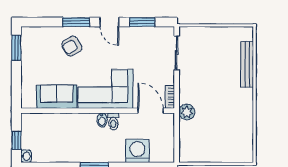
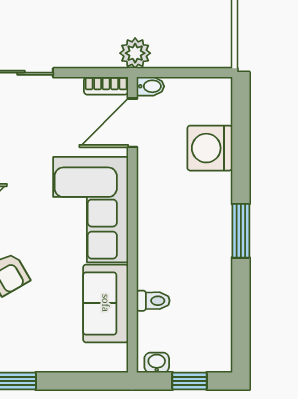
bidet: (102, 120) -> (150, 86), moved
toilet: (113, 121) -> (153, 301), moved
washbasin: (26, 156) -> (157, 363), moved

